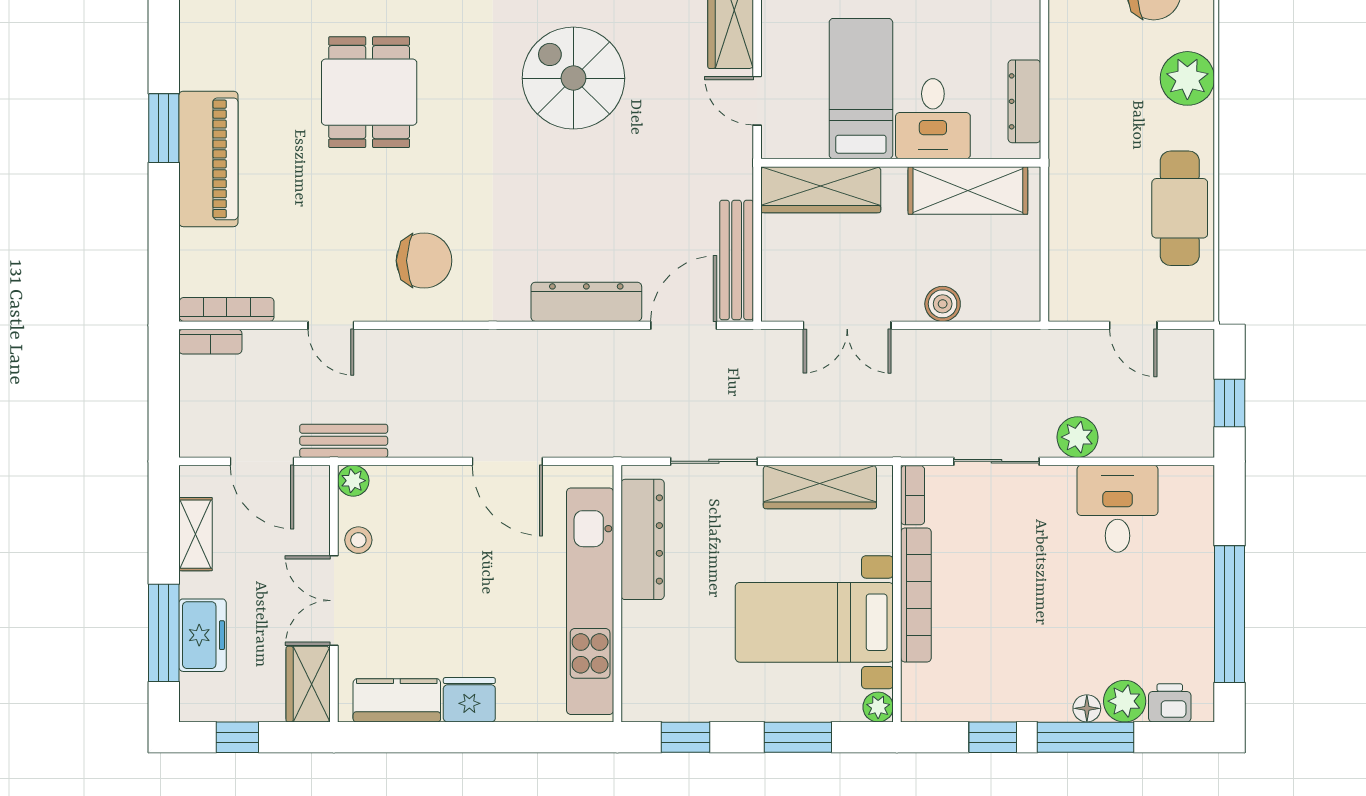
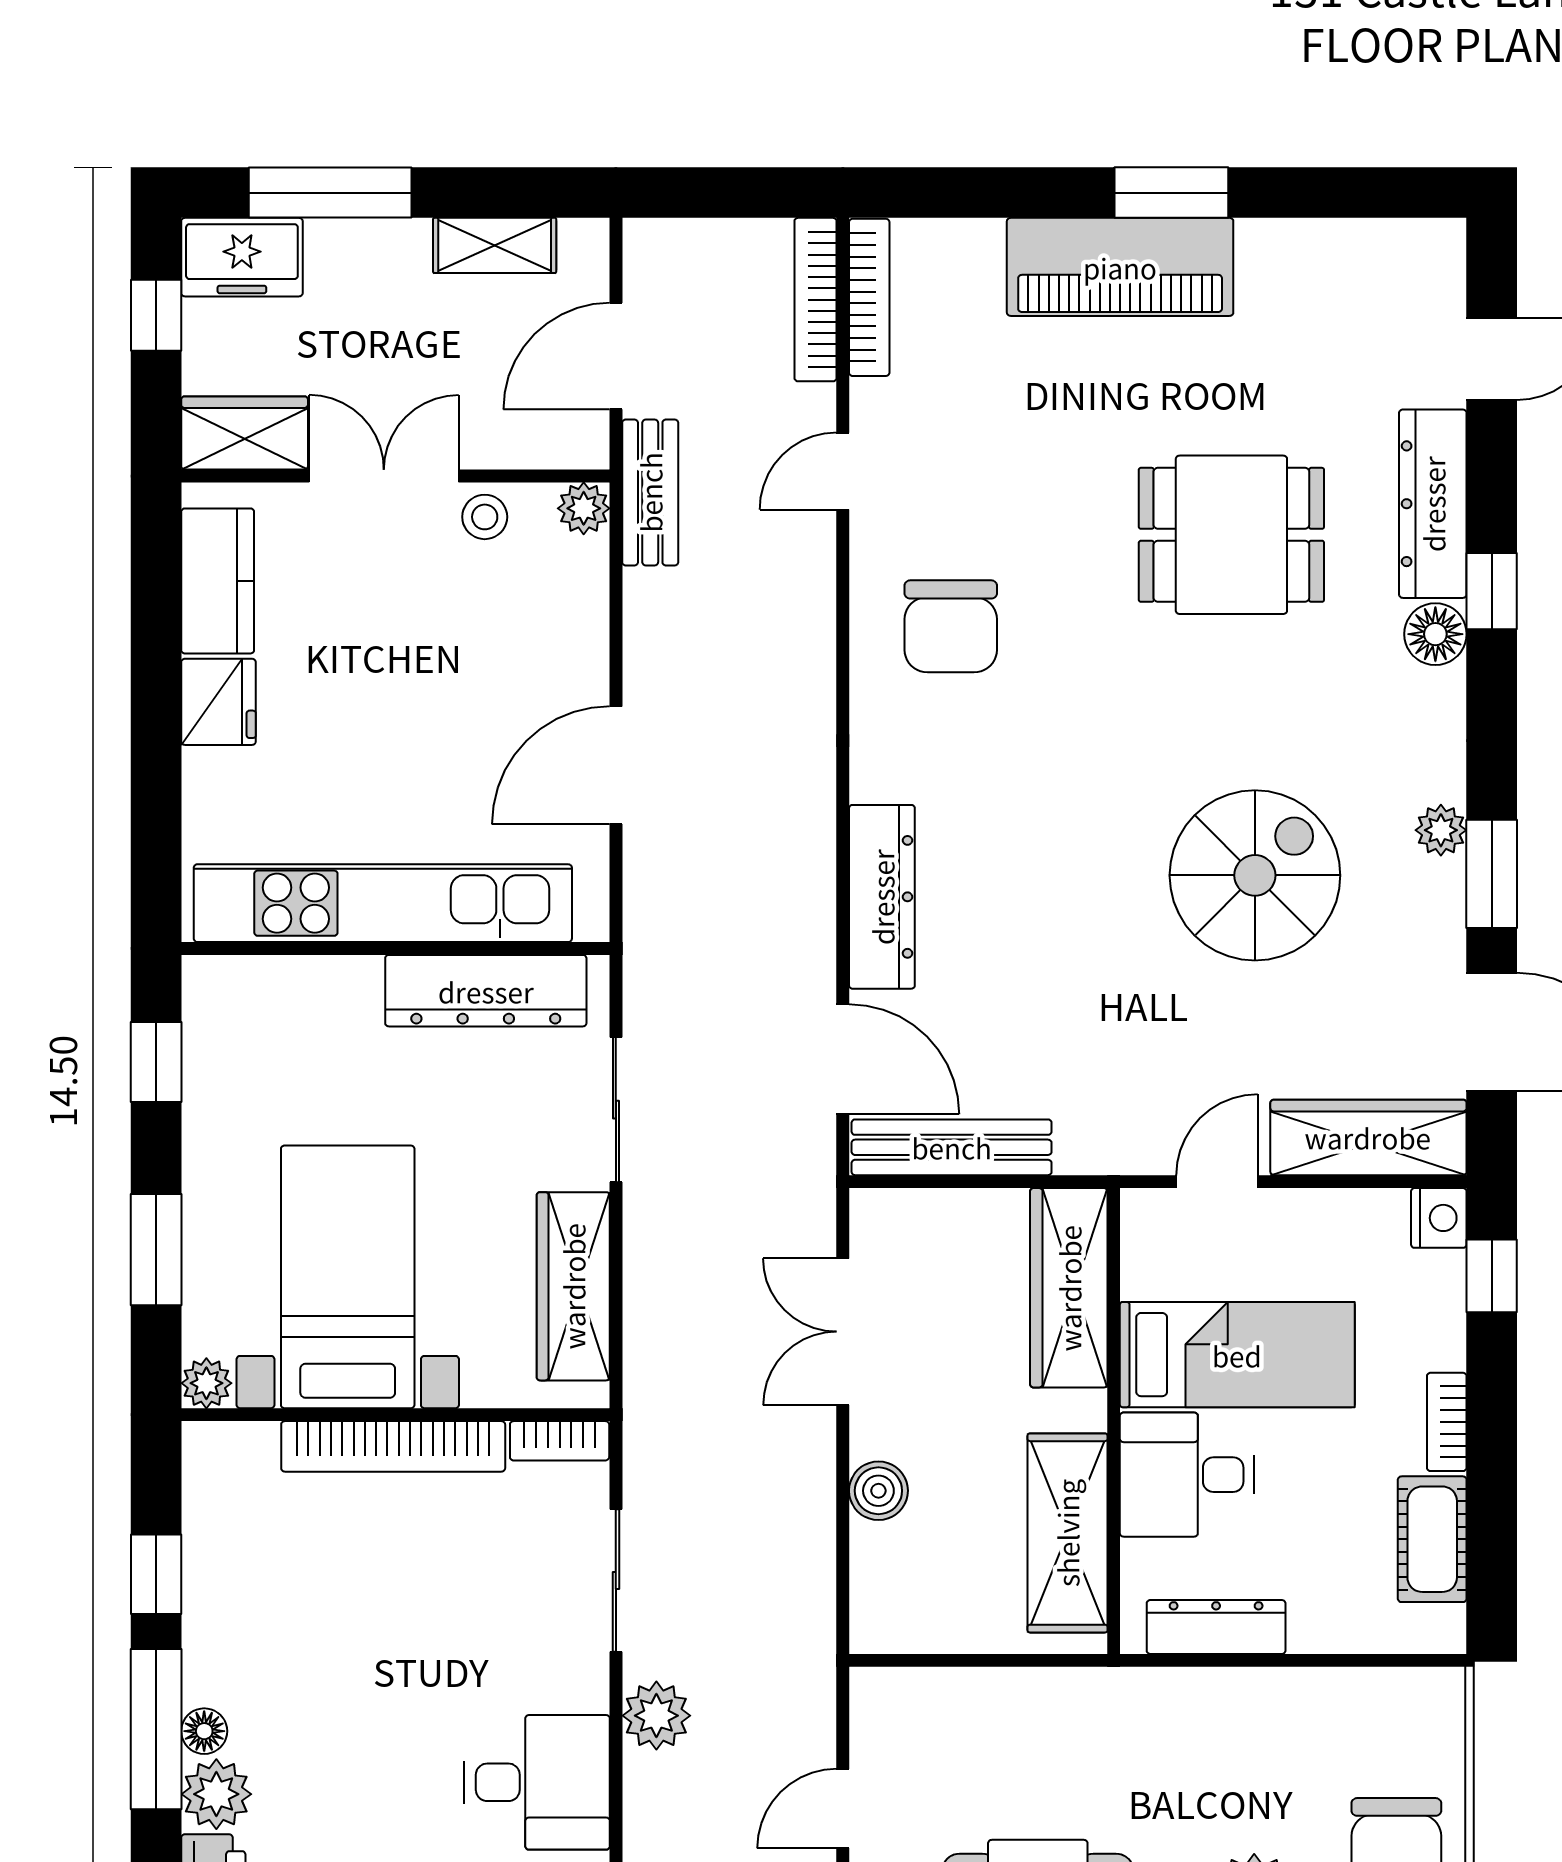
bookcase: (210, 342) -> (816, 300), width x1.56
freezer: (203, 635) -> (242, 257), moved

